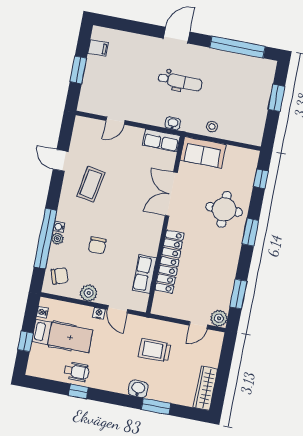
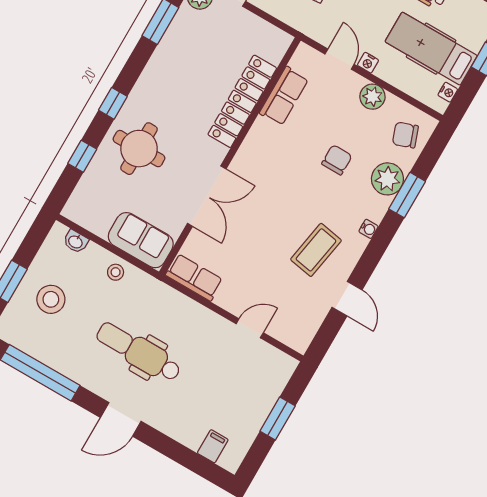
filing cabinet: (98, 48) -> (213, 446), moved, turned 90
dental chair: (180, 81) -> (139, 352), width x1.36, depth x1.38
stool: (247, 95) -> (51, 299), added
washbasin: (173, 123) -> (76, 242), moved
window: (261, 179) -> (82, 156), moved
water cooler: (59, 227) -> (368, 229), moved
window: (250, 232) -> (113, 103), width x0.67
window: (45, 239) -> (407, 195), width x0.47
plant: (57, 239) -> (387, 179), width x1.87, depth x1.87

